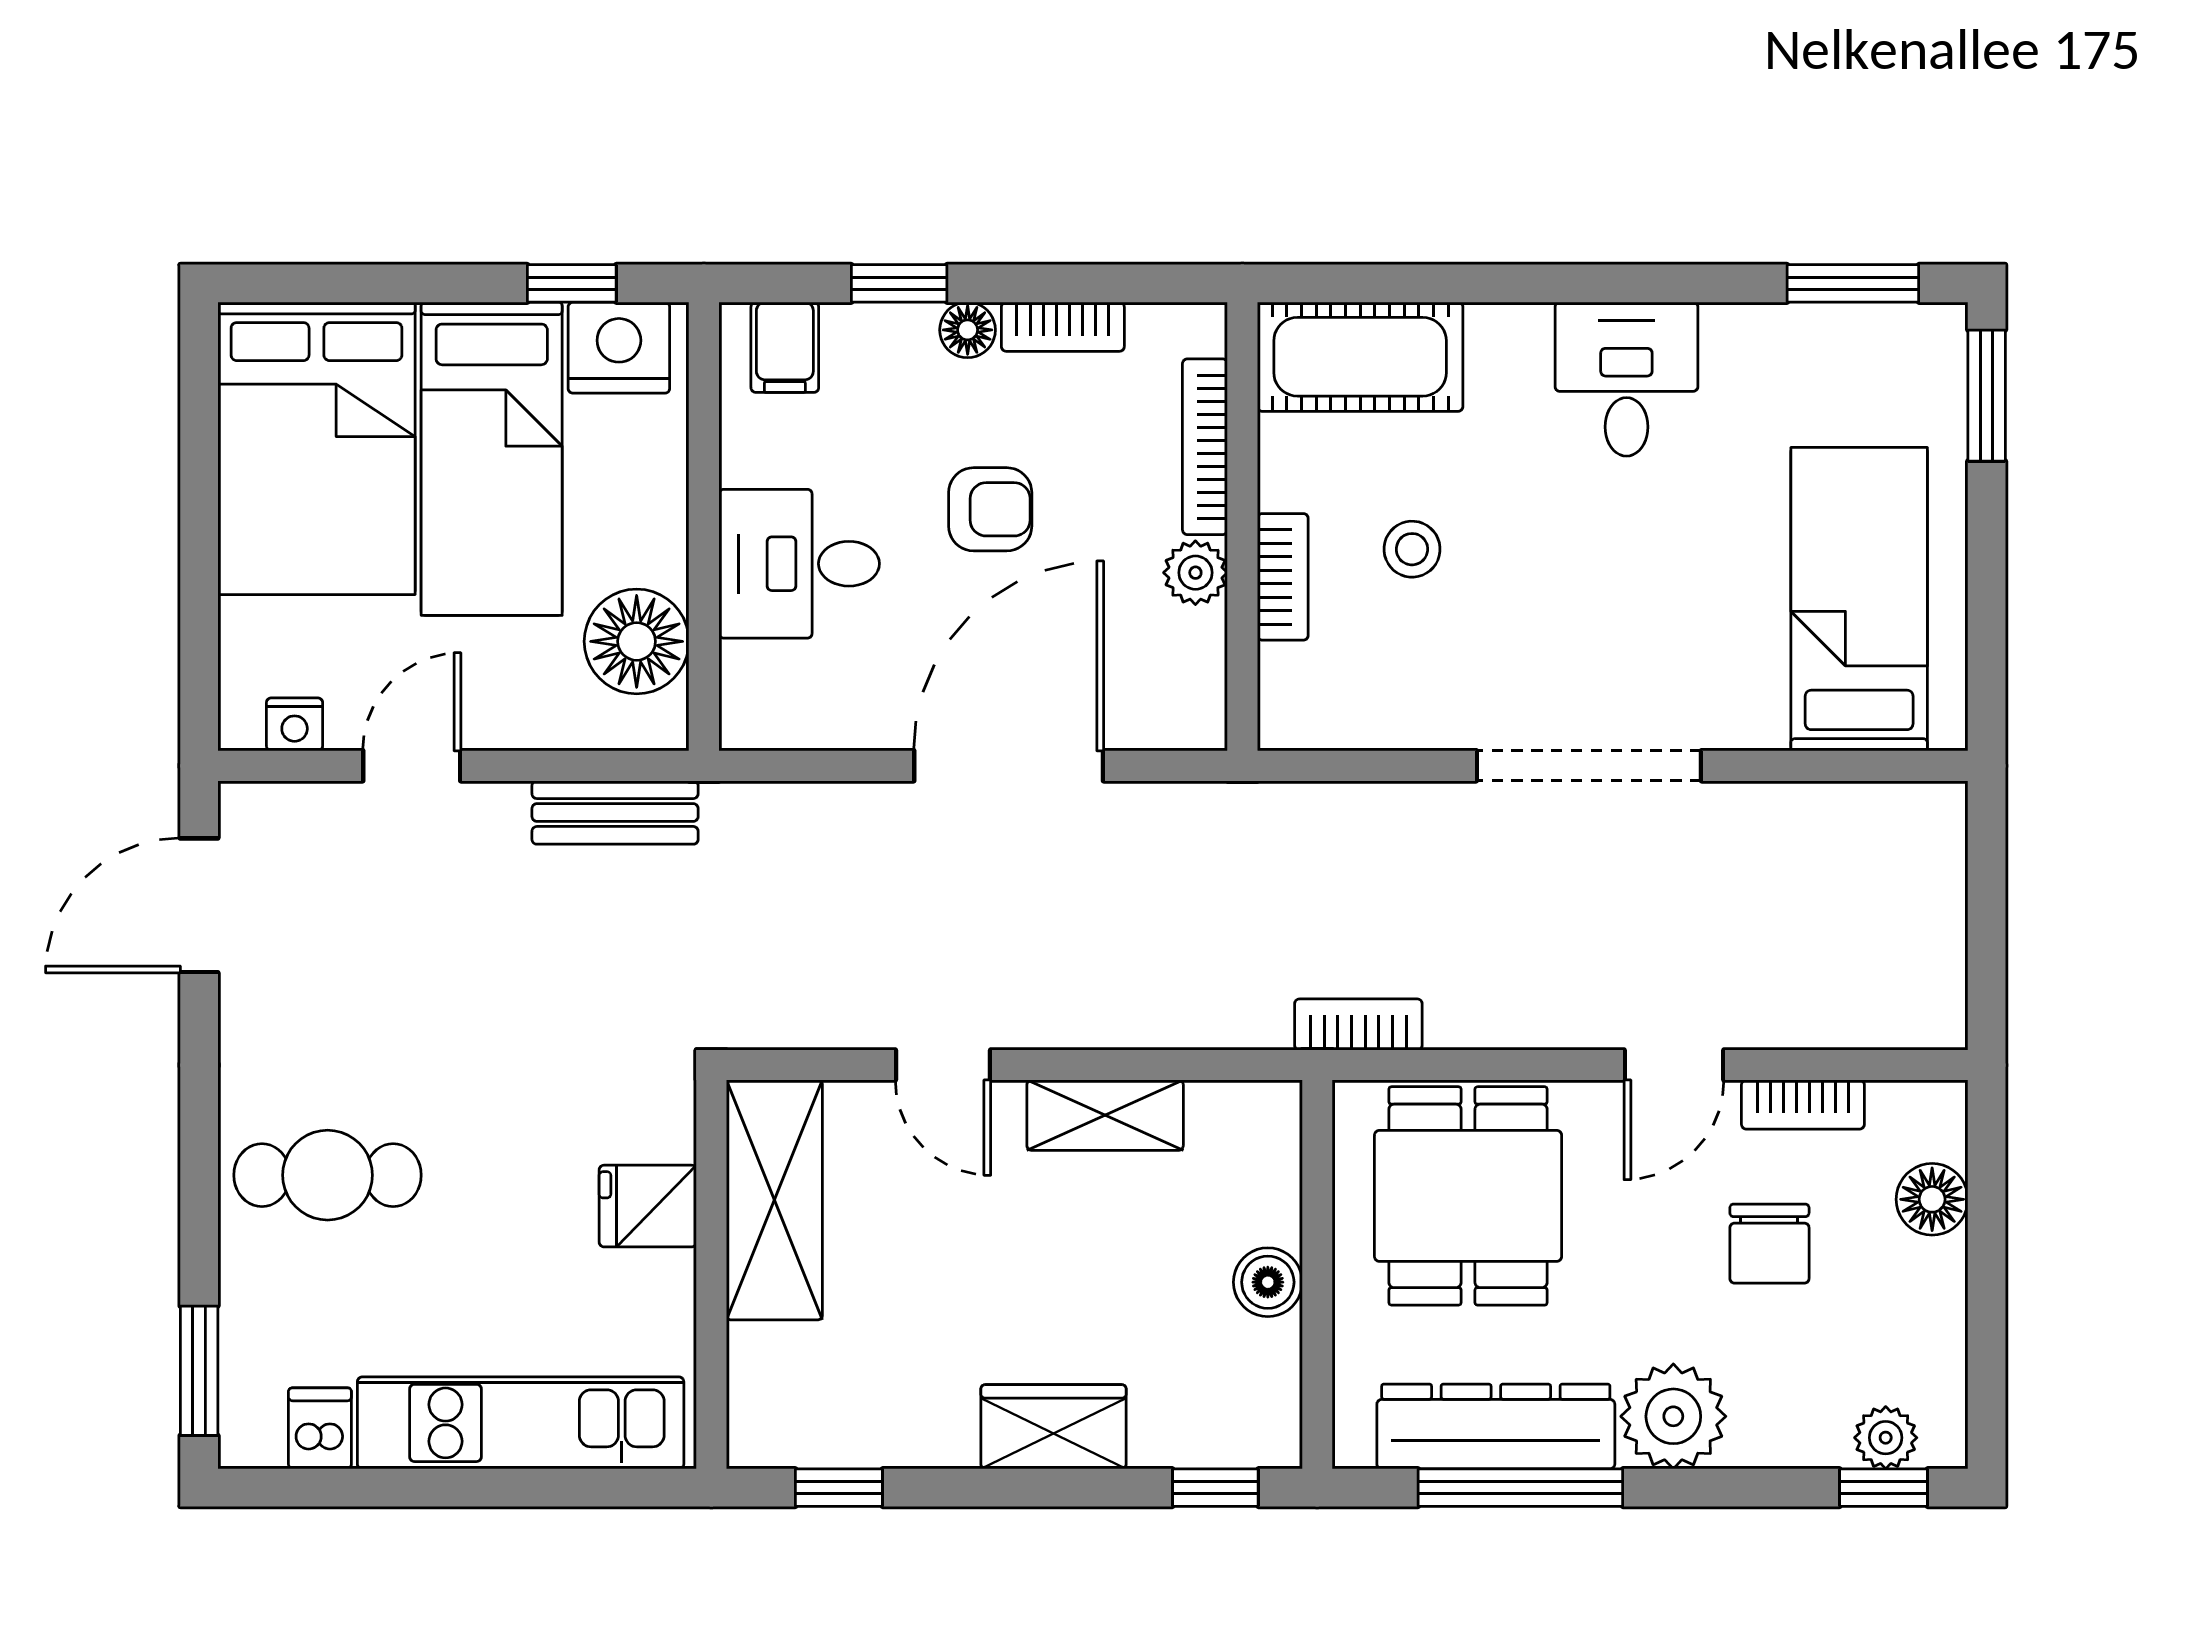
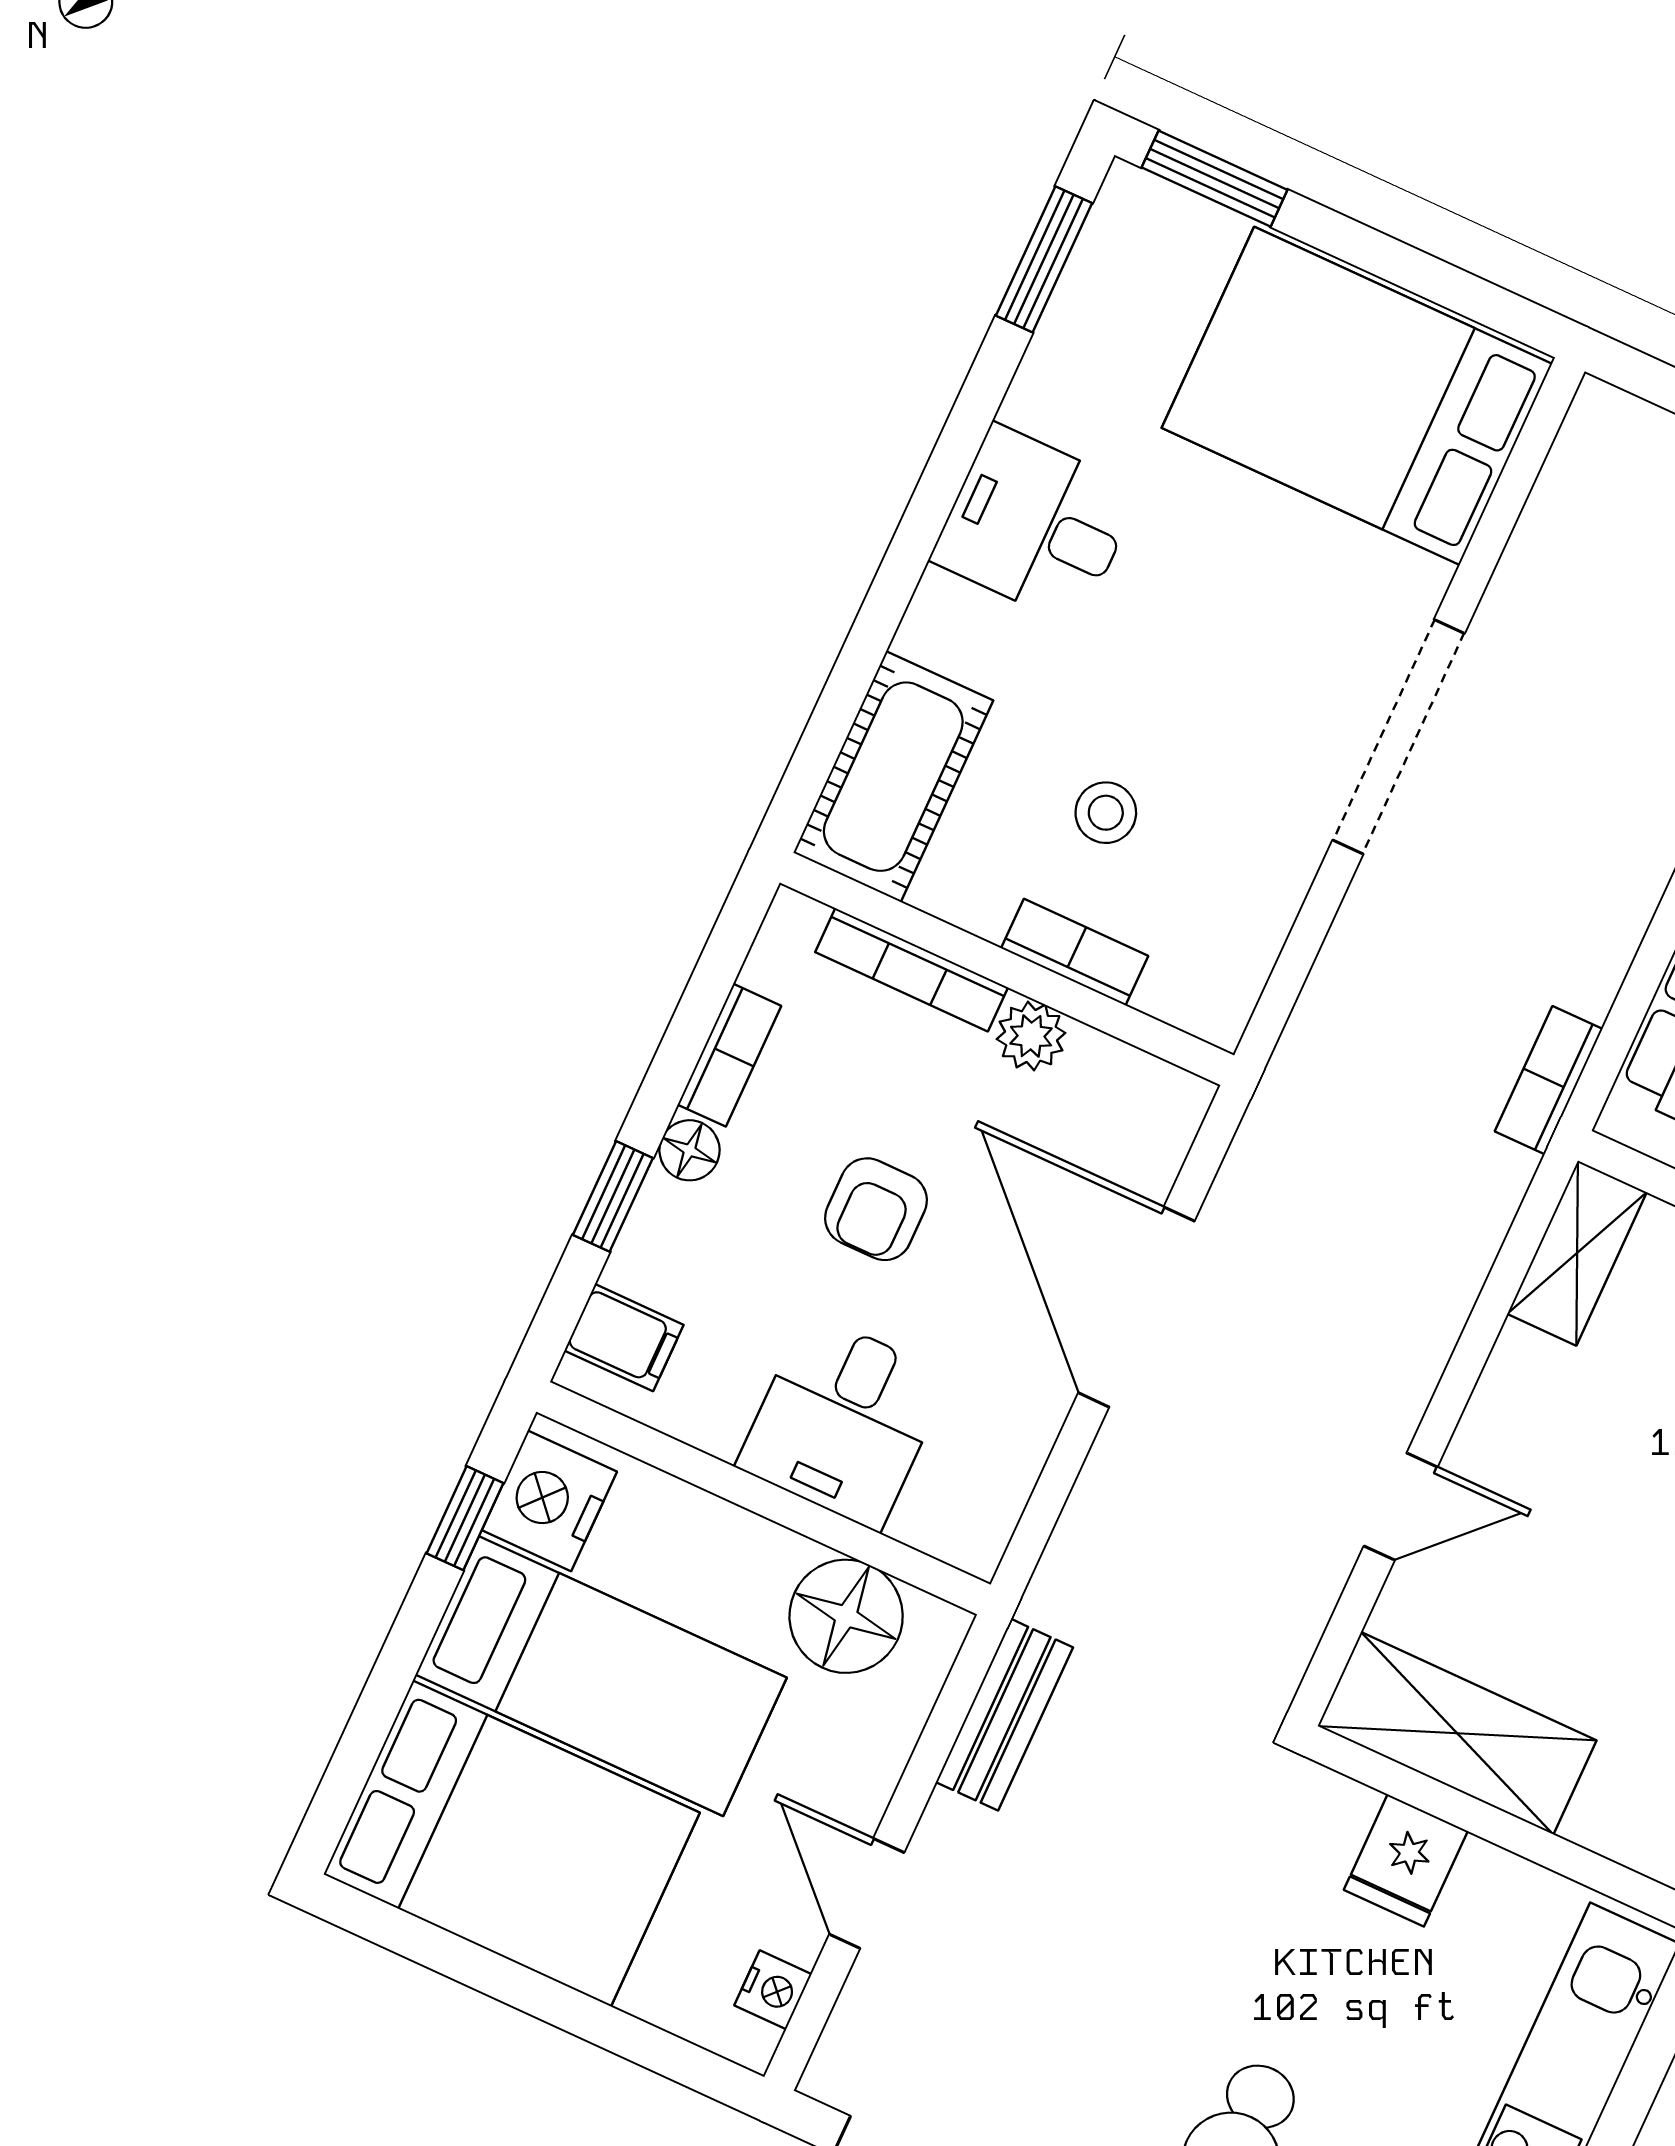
armchair: (990, 509) -> (876, 1209), turned 180
bed: (1859, 599) -> (1357, 396), width x1.50
shelving: (1105, 1115) -> (1577, 1253), moved

